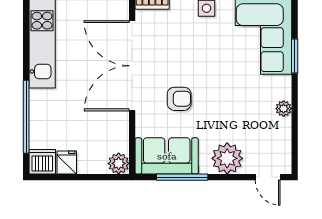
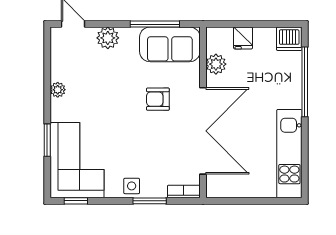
plant: (227, 158) -> (108, 38), width x0.73, depth x0.73
fridge: (67, 162) -> (243, 38), moved
plant: (119, 163) -> (216, 64), moved

